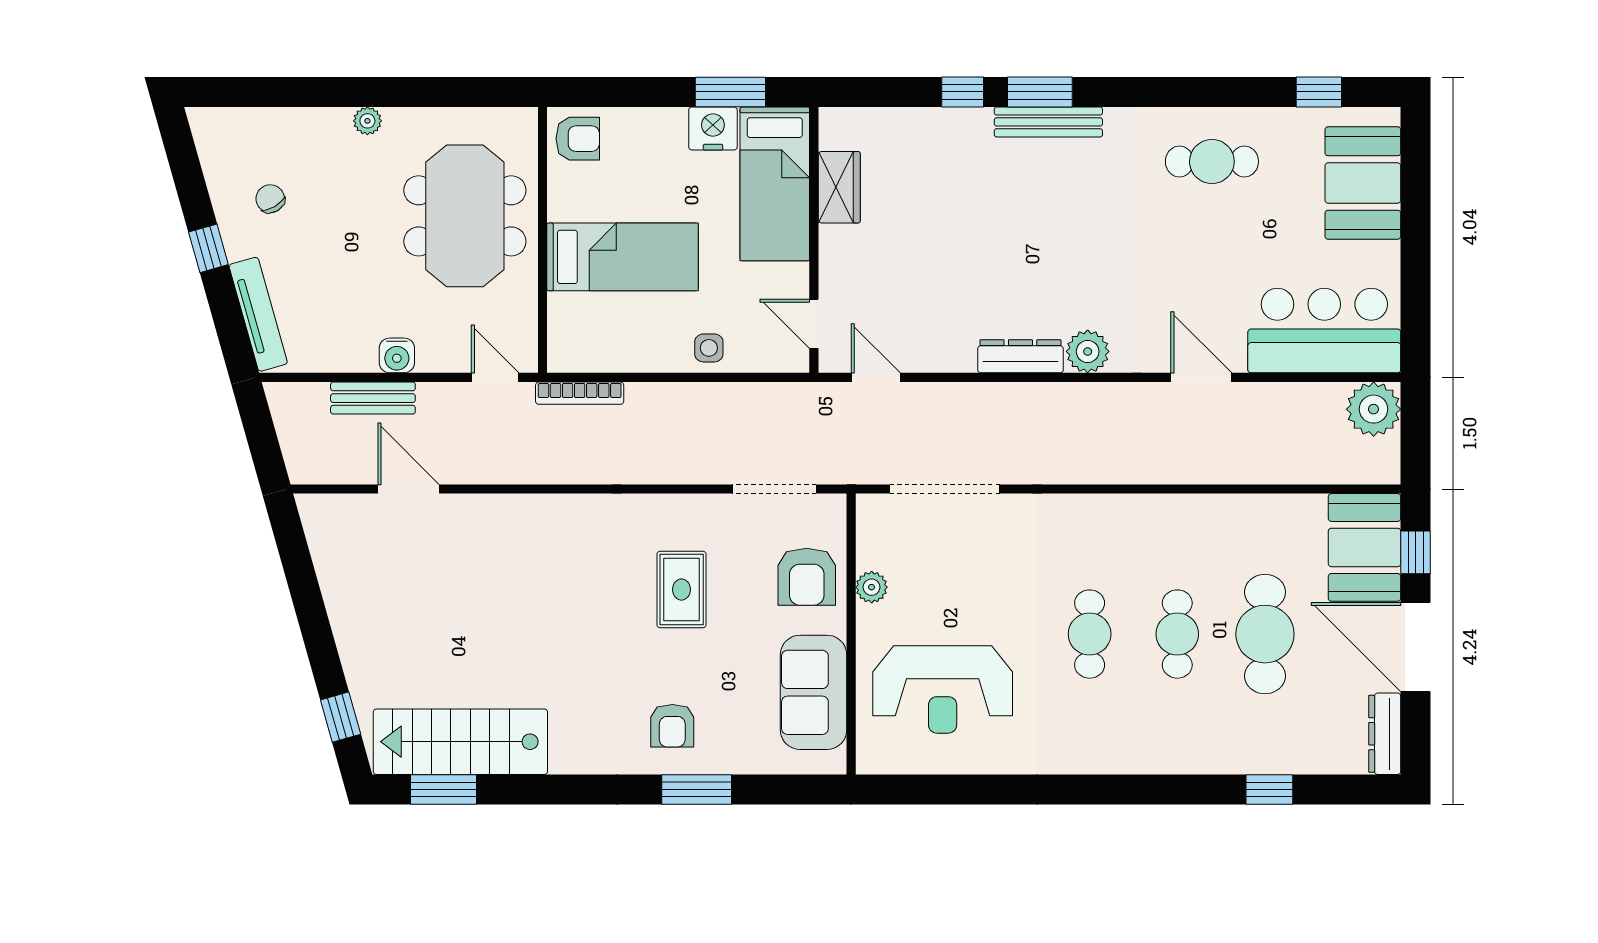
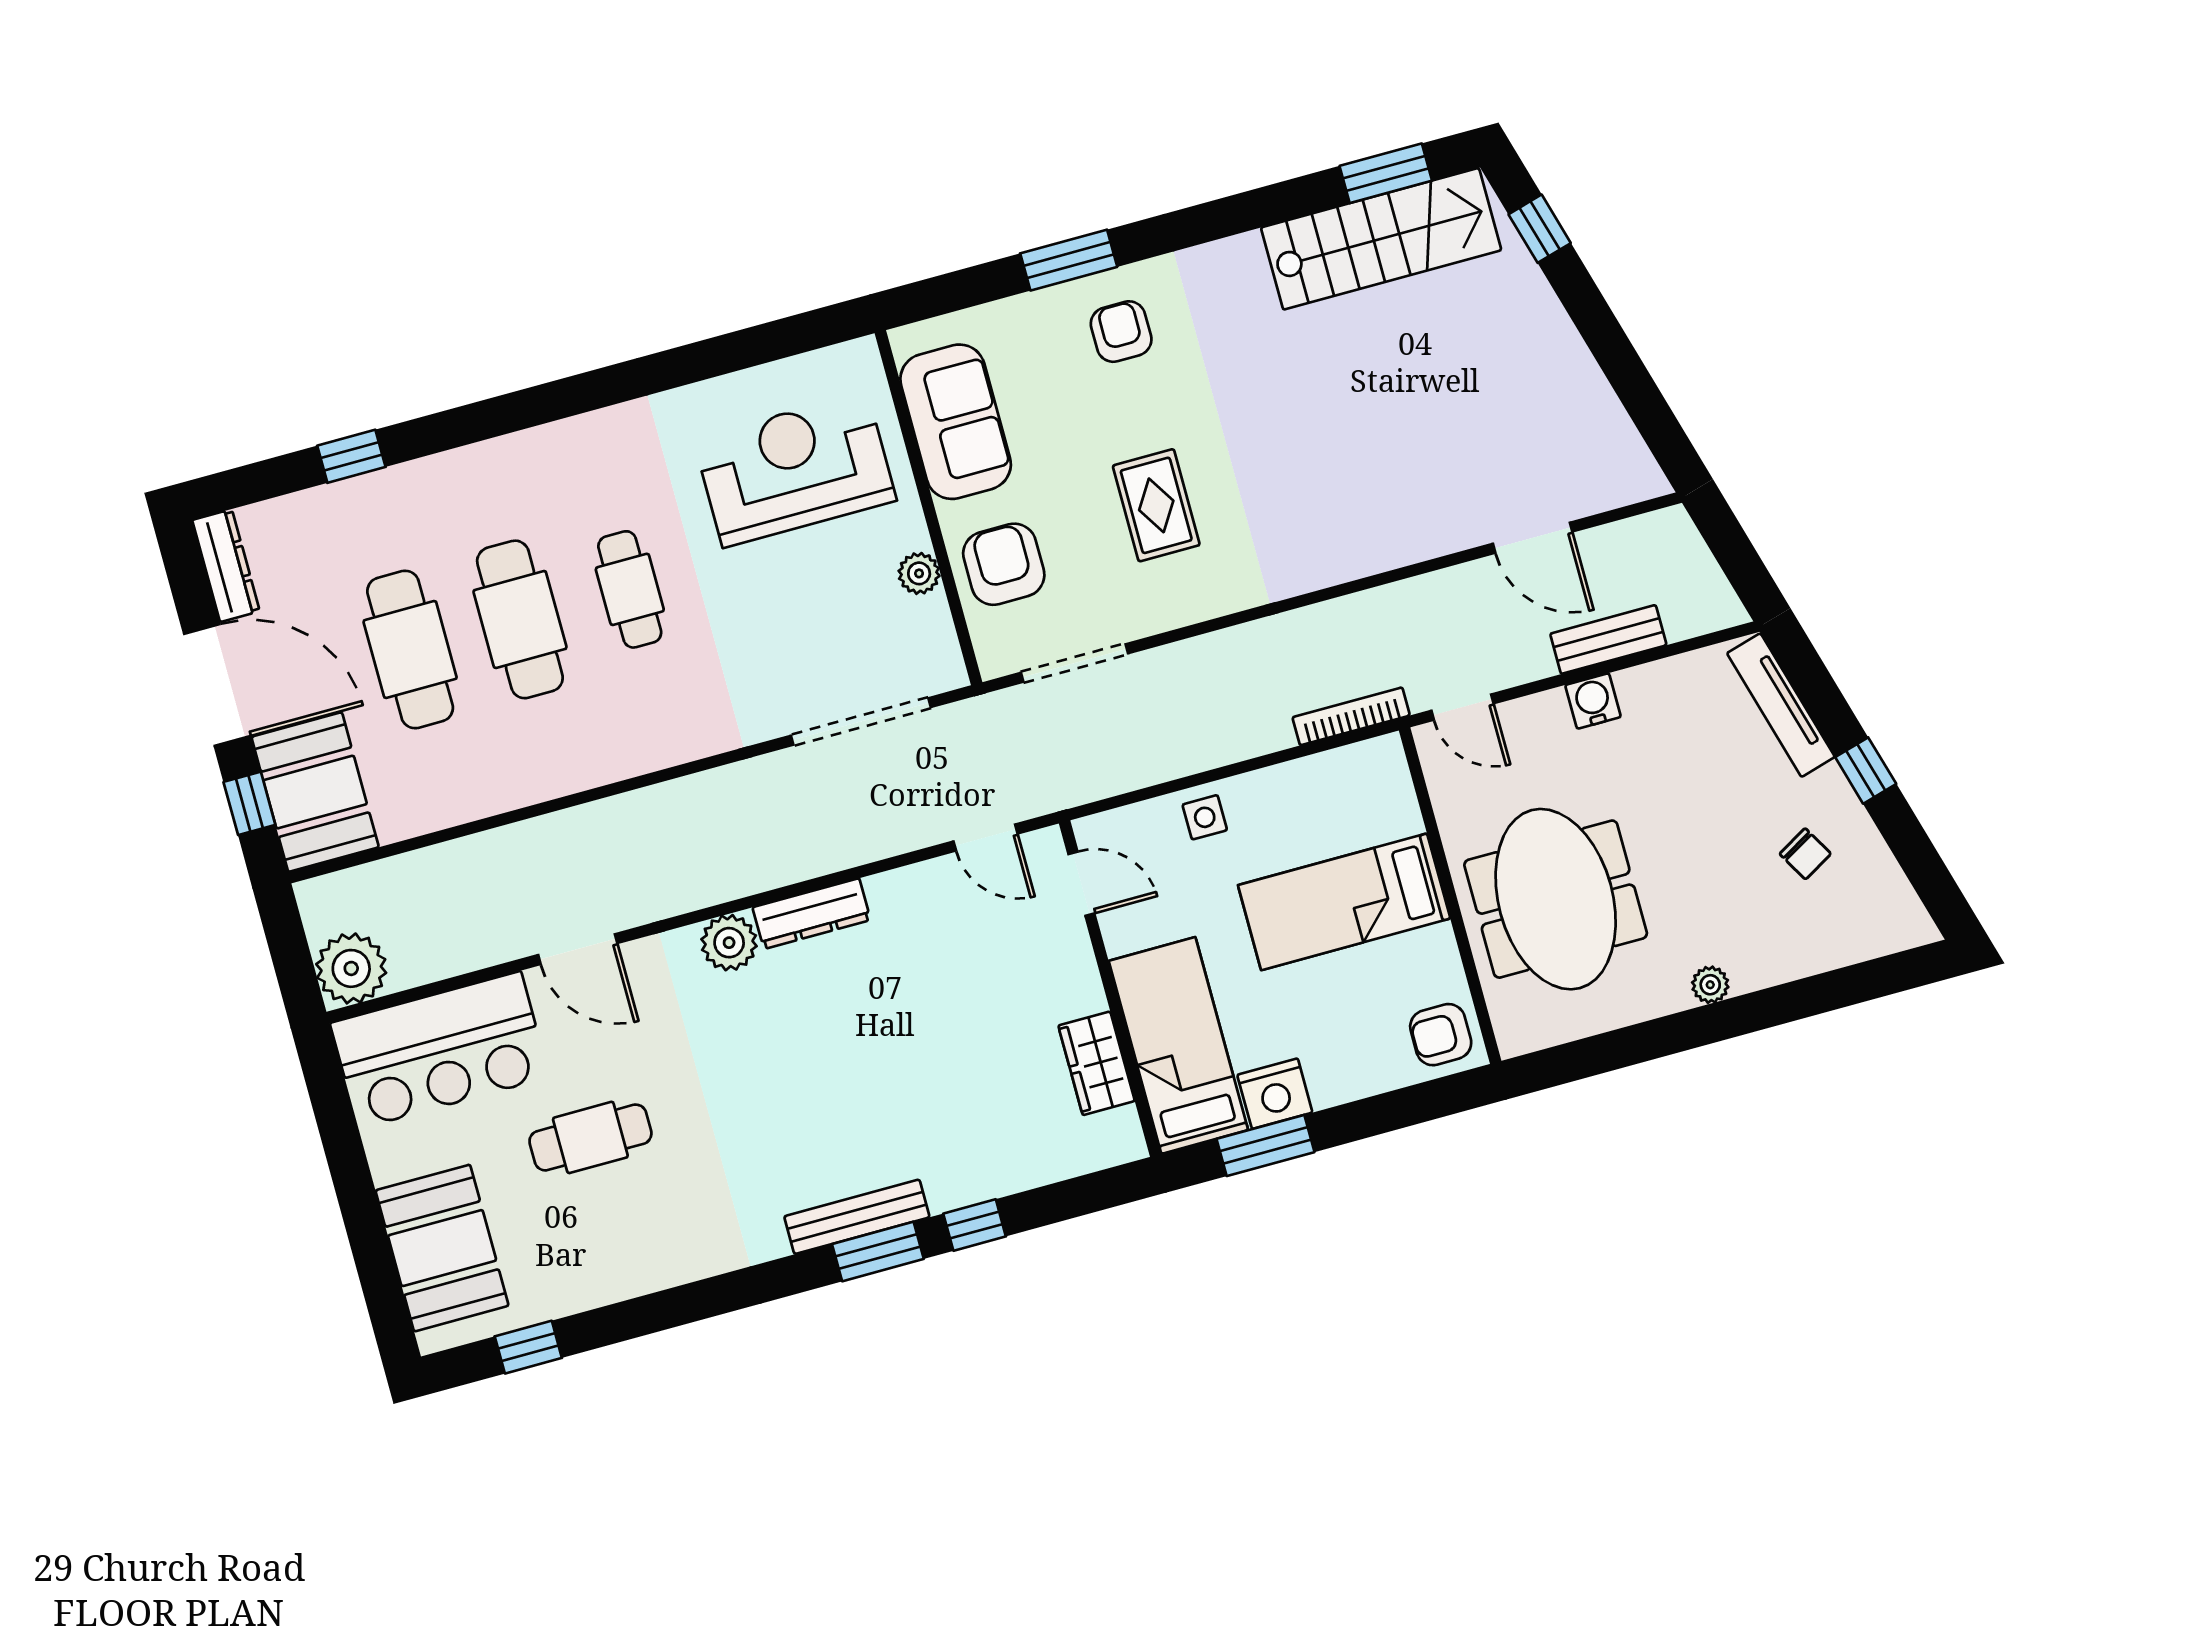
cafe table: (1212, 161) -> (590, 1137), moved
cafe table: (1177, 634) -> (520, 619), width x1.37, depth x1.35

